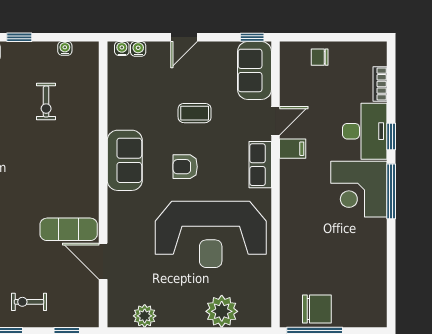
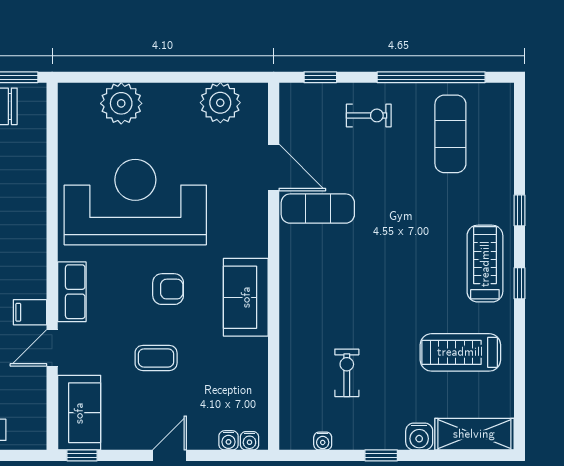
plant: (145, 316) -> (220, 103), width x1.36, depth x1.36

